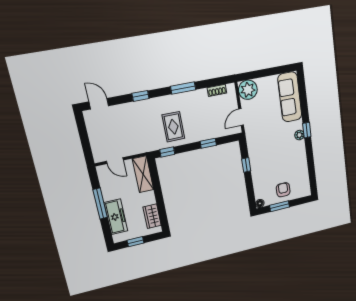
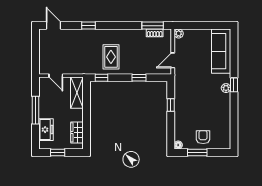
window: (183, 88) -> (153, 26), moved
plant: (248, 90) -> (179, 34), width x0.53, depth x0.53
freezer: (116, 217) -> (46, 130), width x0.71

